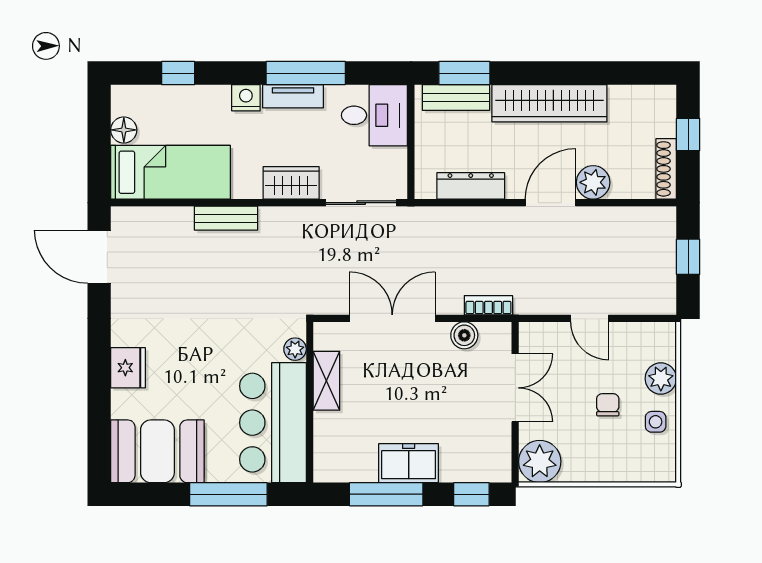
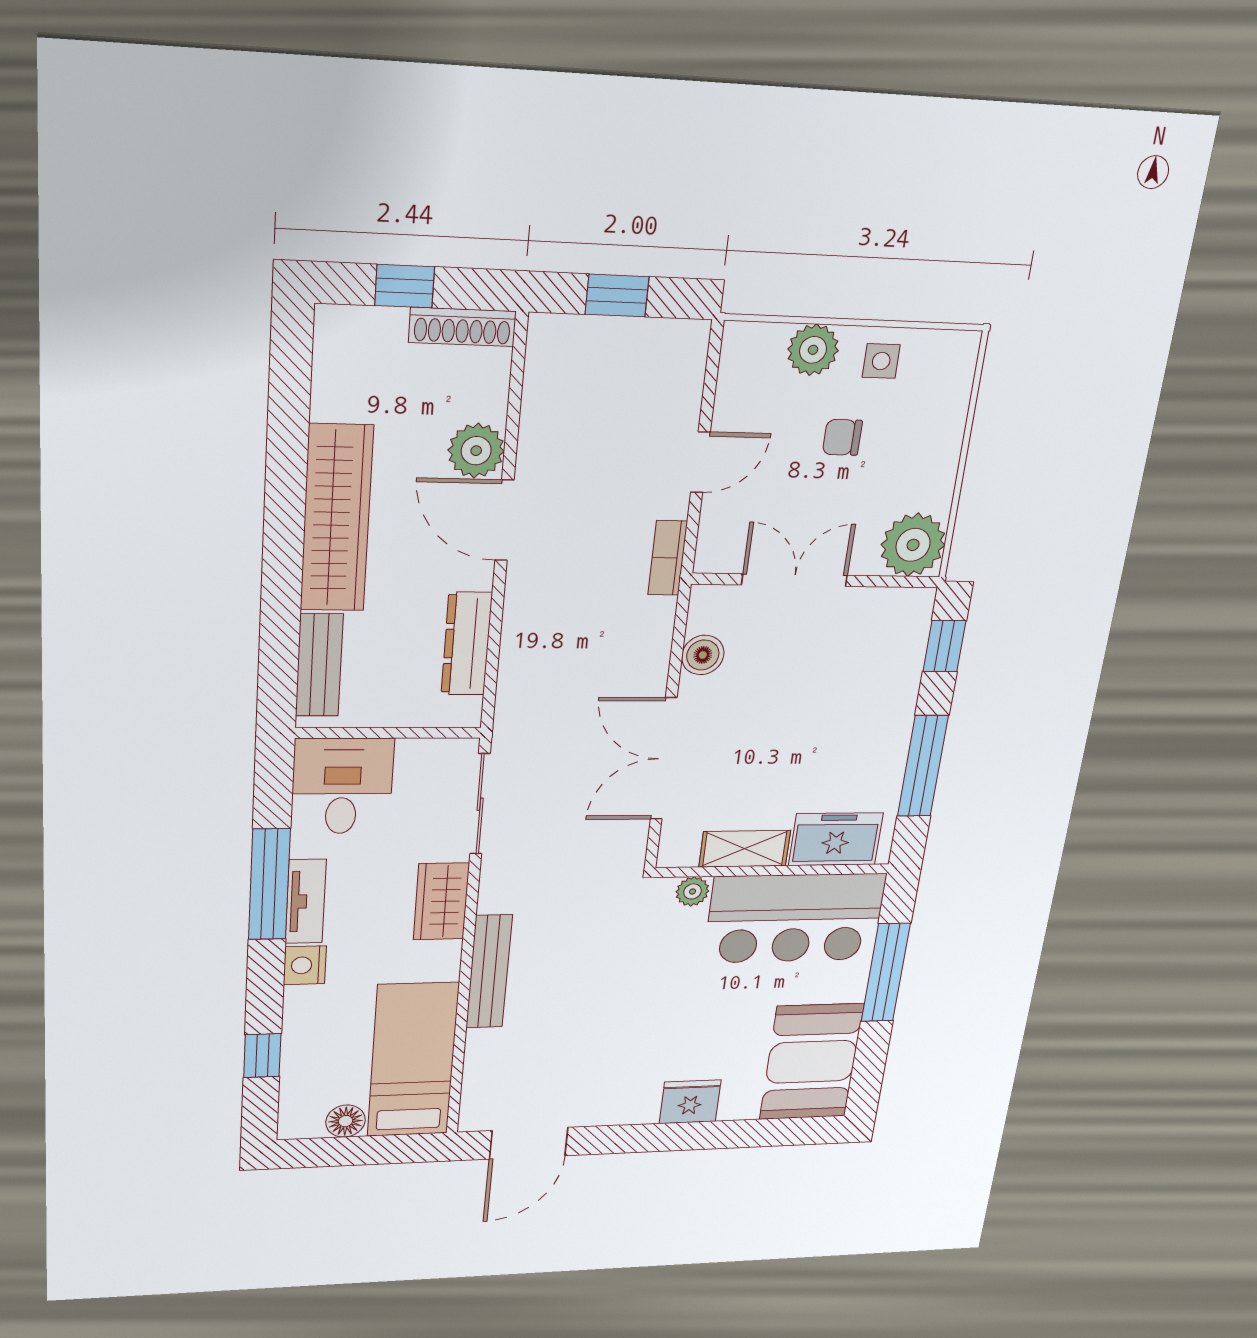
window: (464, 73) -> (279, 652), removed
bench: (226, 218) -> (489, 972), width x1.36
bookcase: (488, 305) -> (668, 558), moved
freezer: (409, 463) -> (836, 839), moved, turned 90

